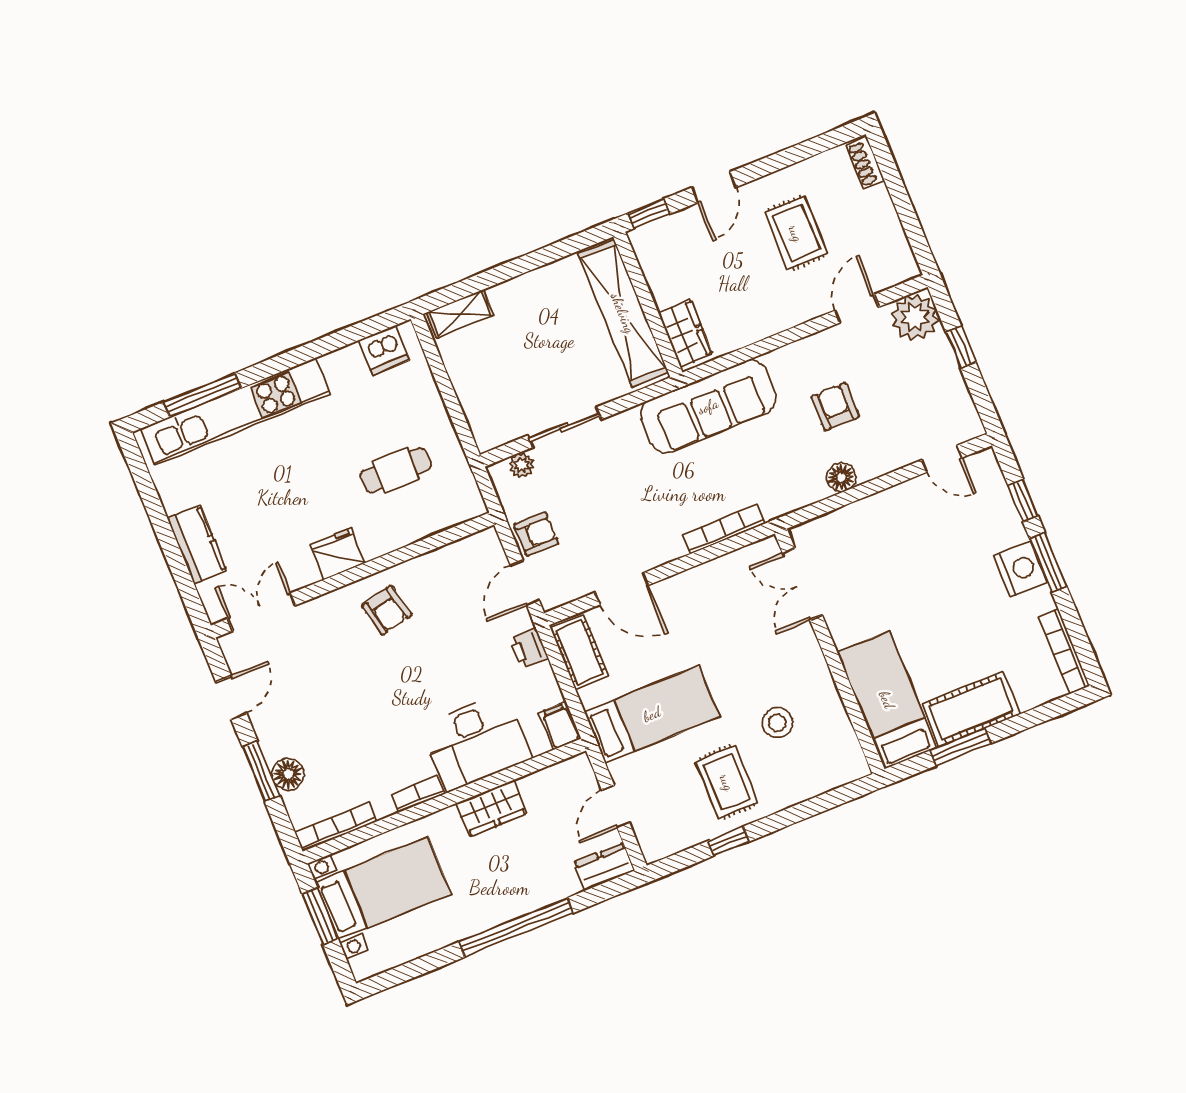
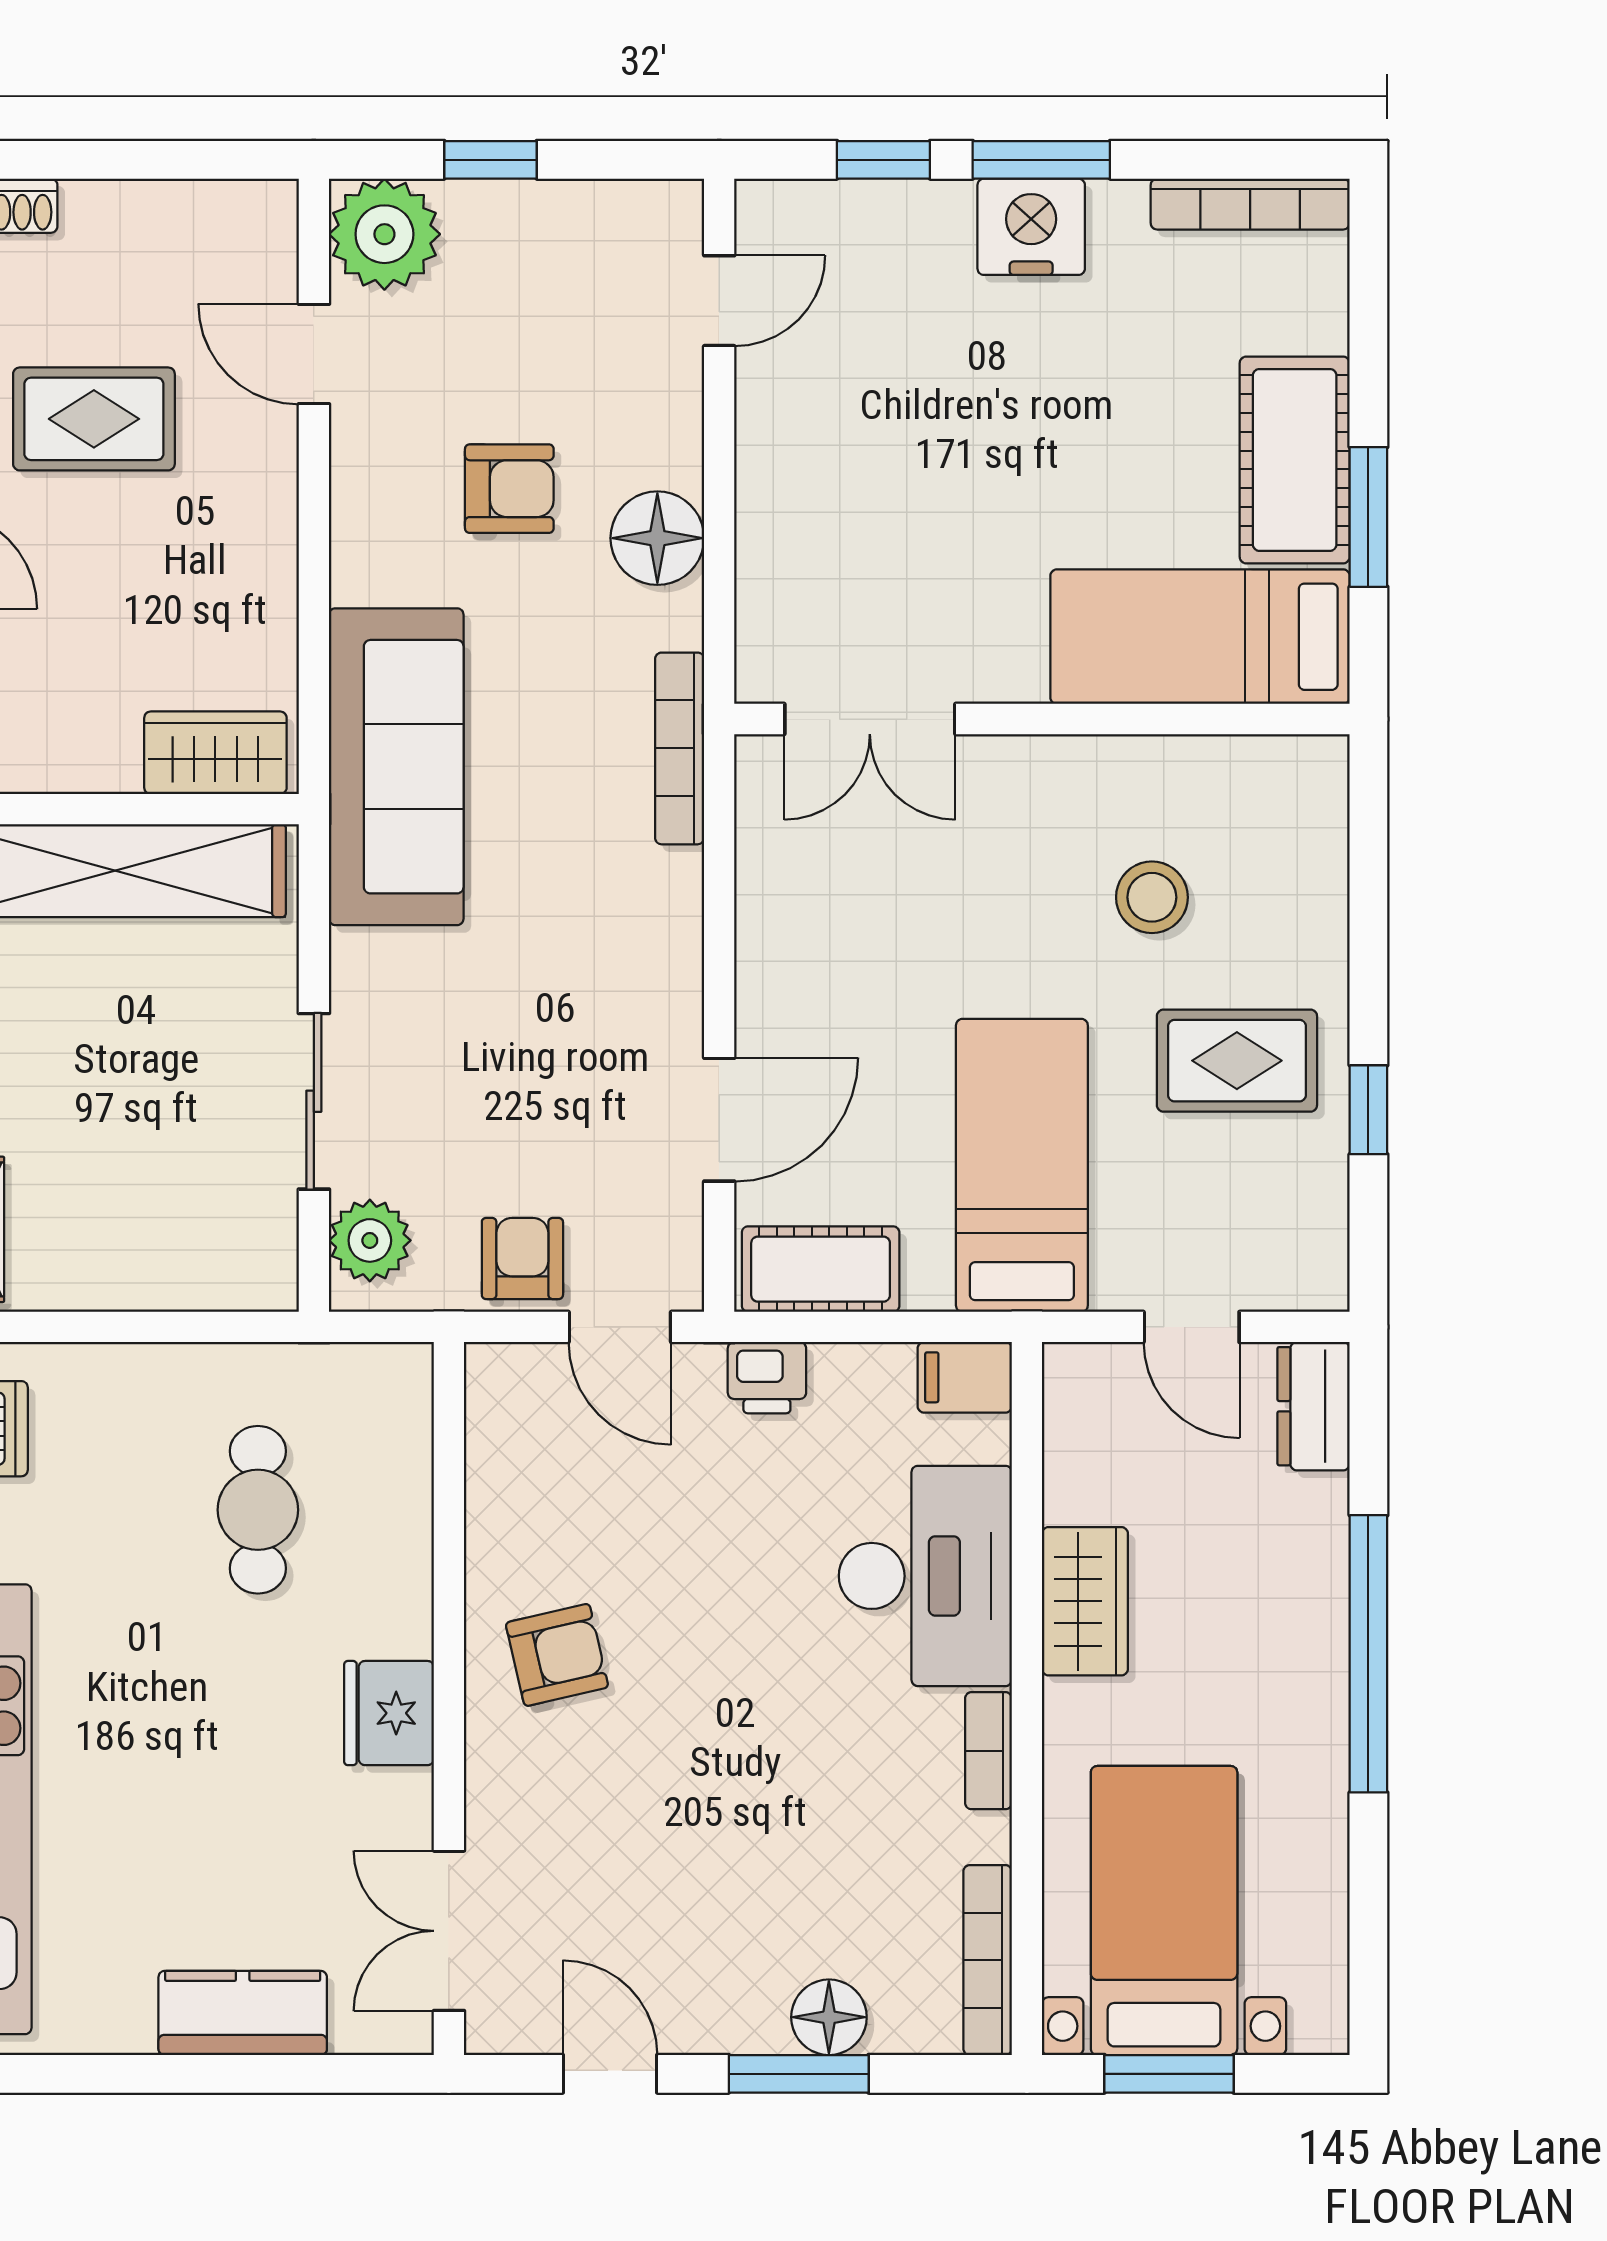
armchair: (835, 407) -> (509, 489), turned 180
plant: (522, 465) -> (370, 1240), width x1.38, depth x1.38
floor lamp: (841, 477) -> (657, 538), width x1.38, depth x1.38
bookcase: (724, 529) -> (680, 748), moved

